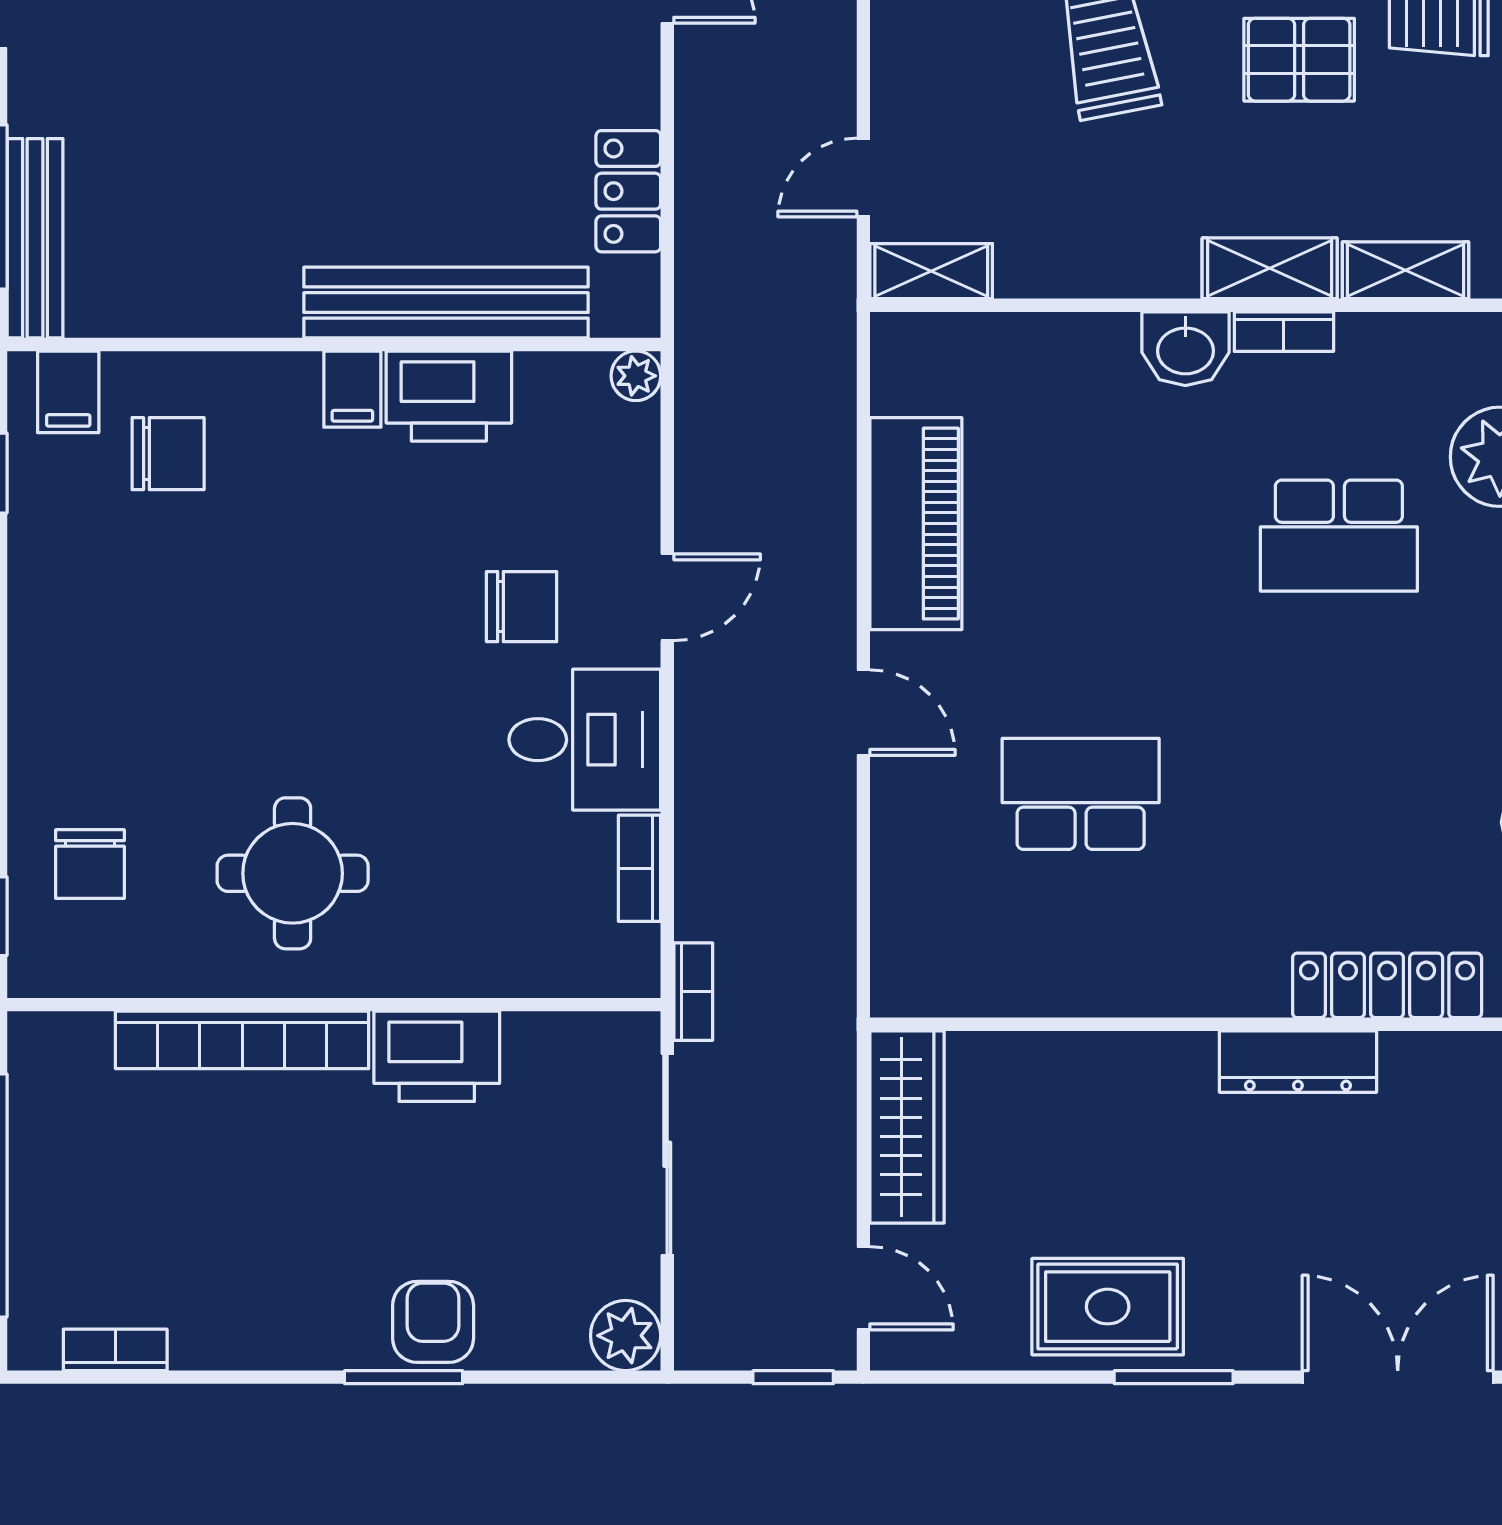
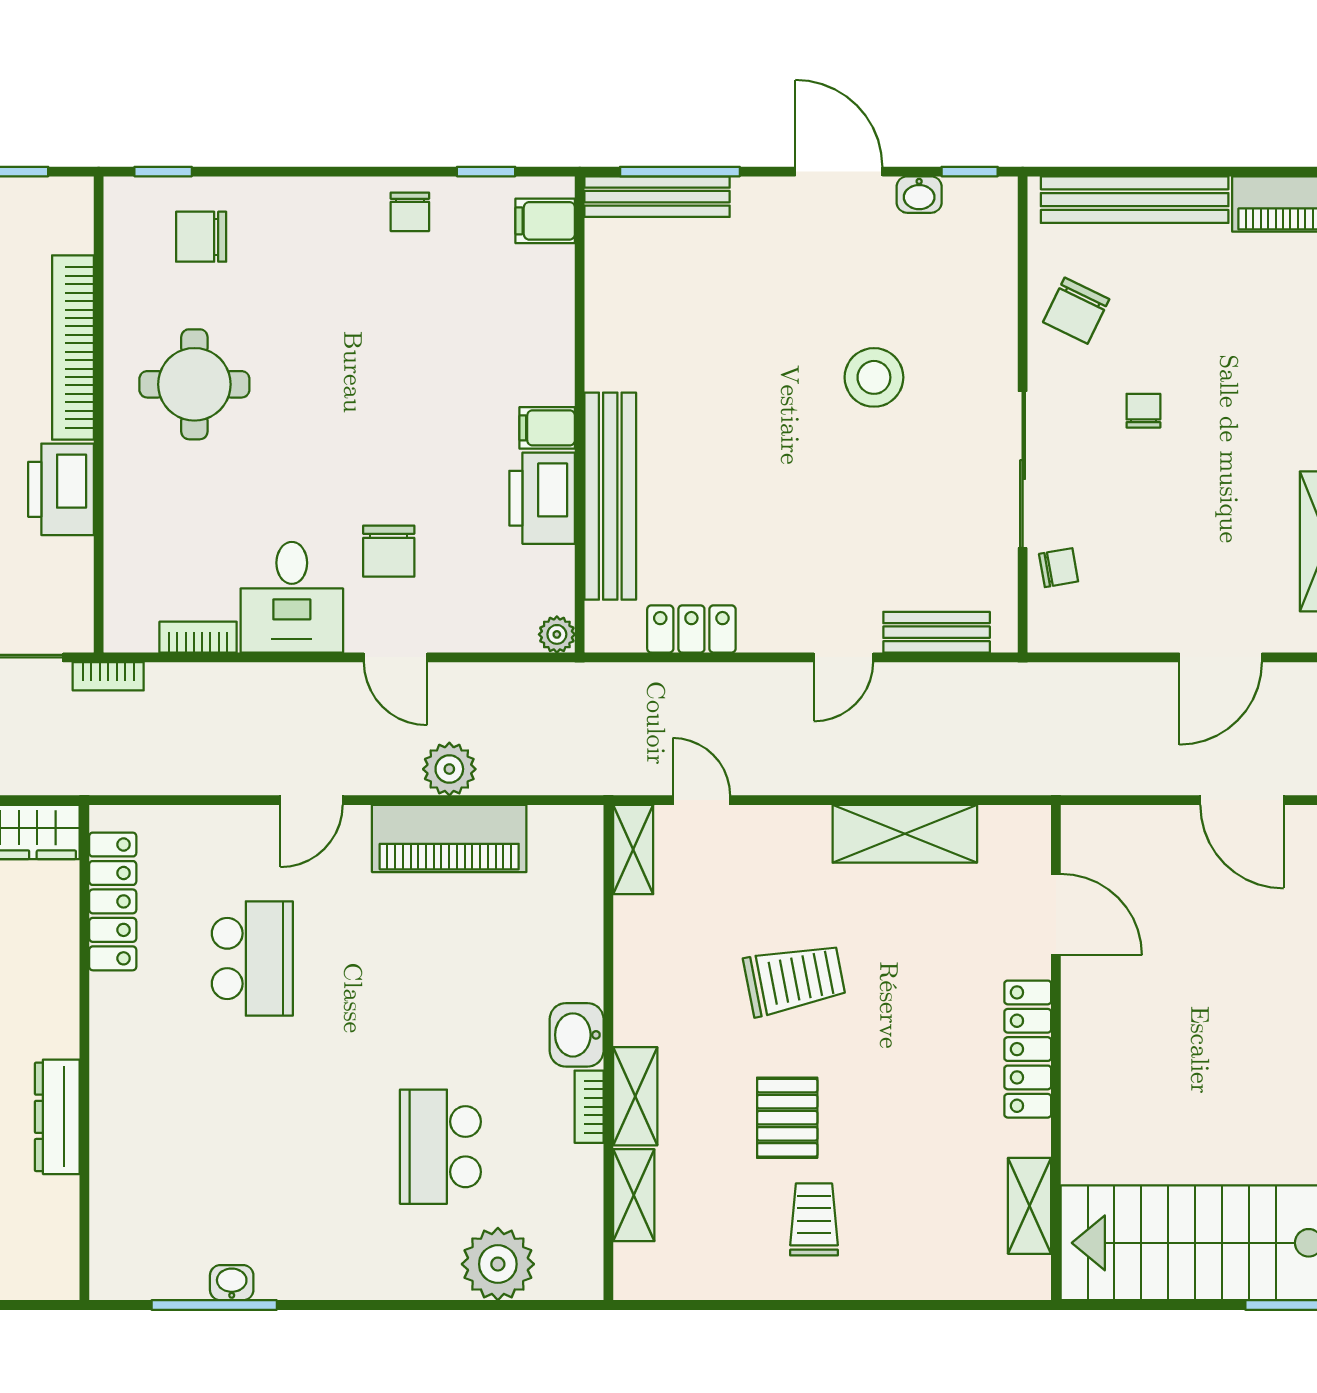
chair: (168, 454) -> (410, 212), moved, width x0.73, depth x0.73
plant: (821, 523) -> (449, 769), added
locker: (1387, 985) -> (113, 901), moved

